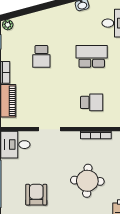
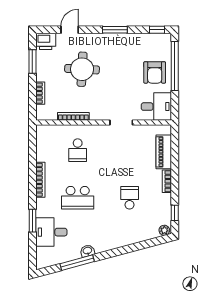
school desk: (92, 102) -> (78, 150), turned -90
armchair: (36, 195) -> (155, 72), moved

